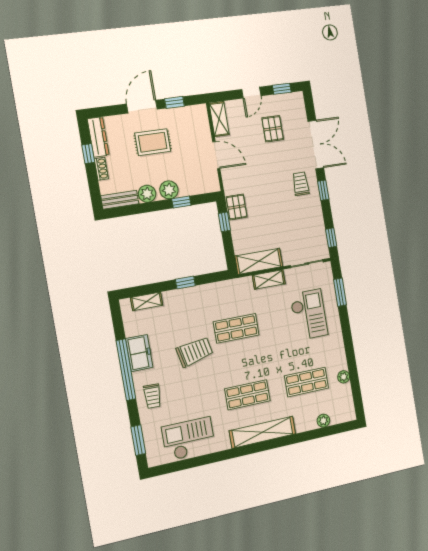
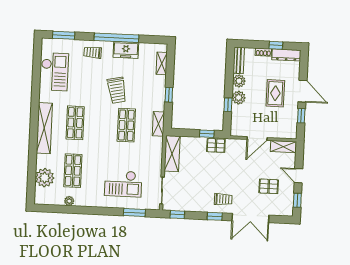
shelving: (269, 279) -> (158, 124), moved
plant: (323, 421) -> (45, 178), width x1.87, depth x1.87

